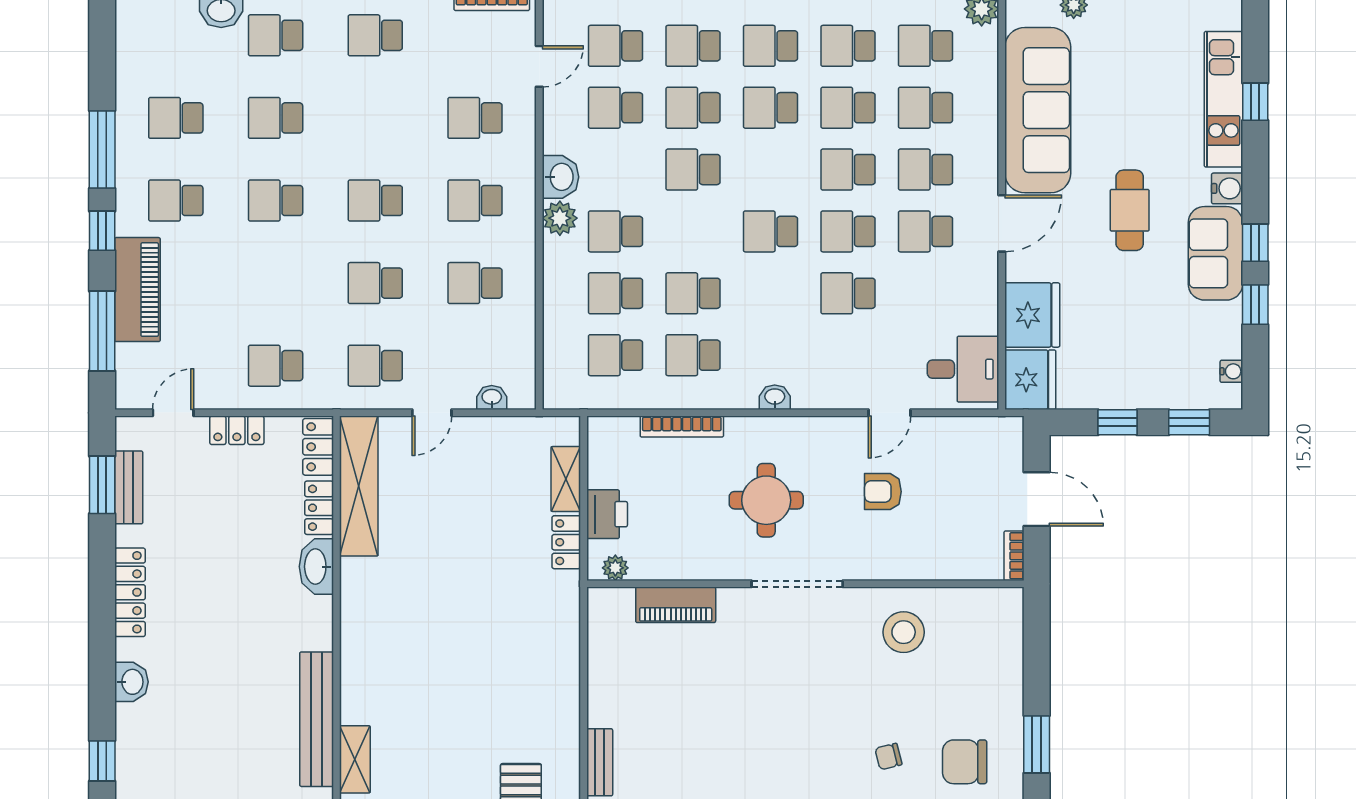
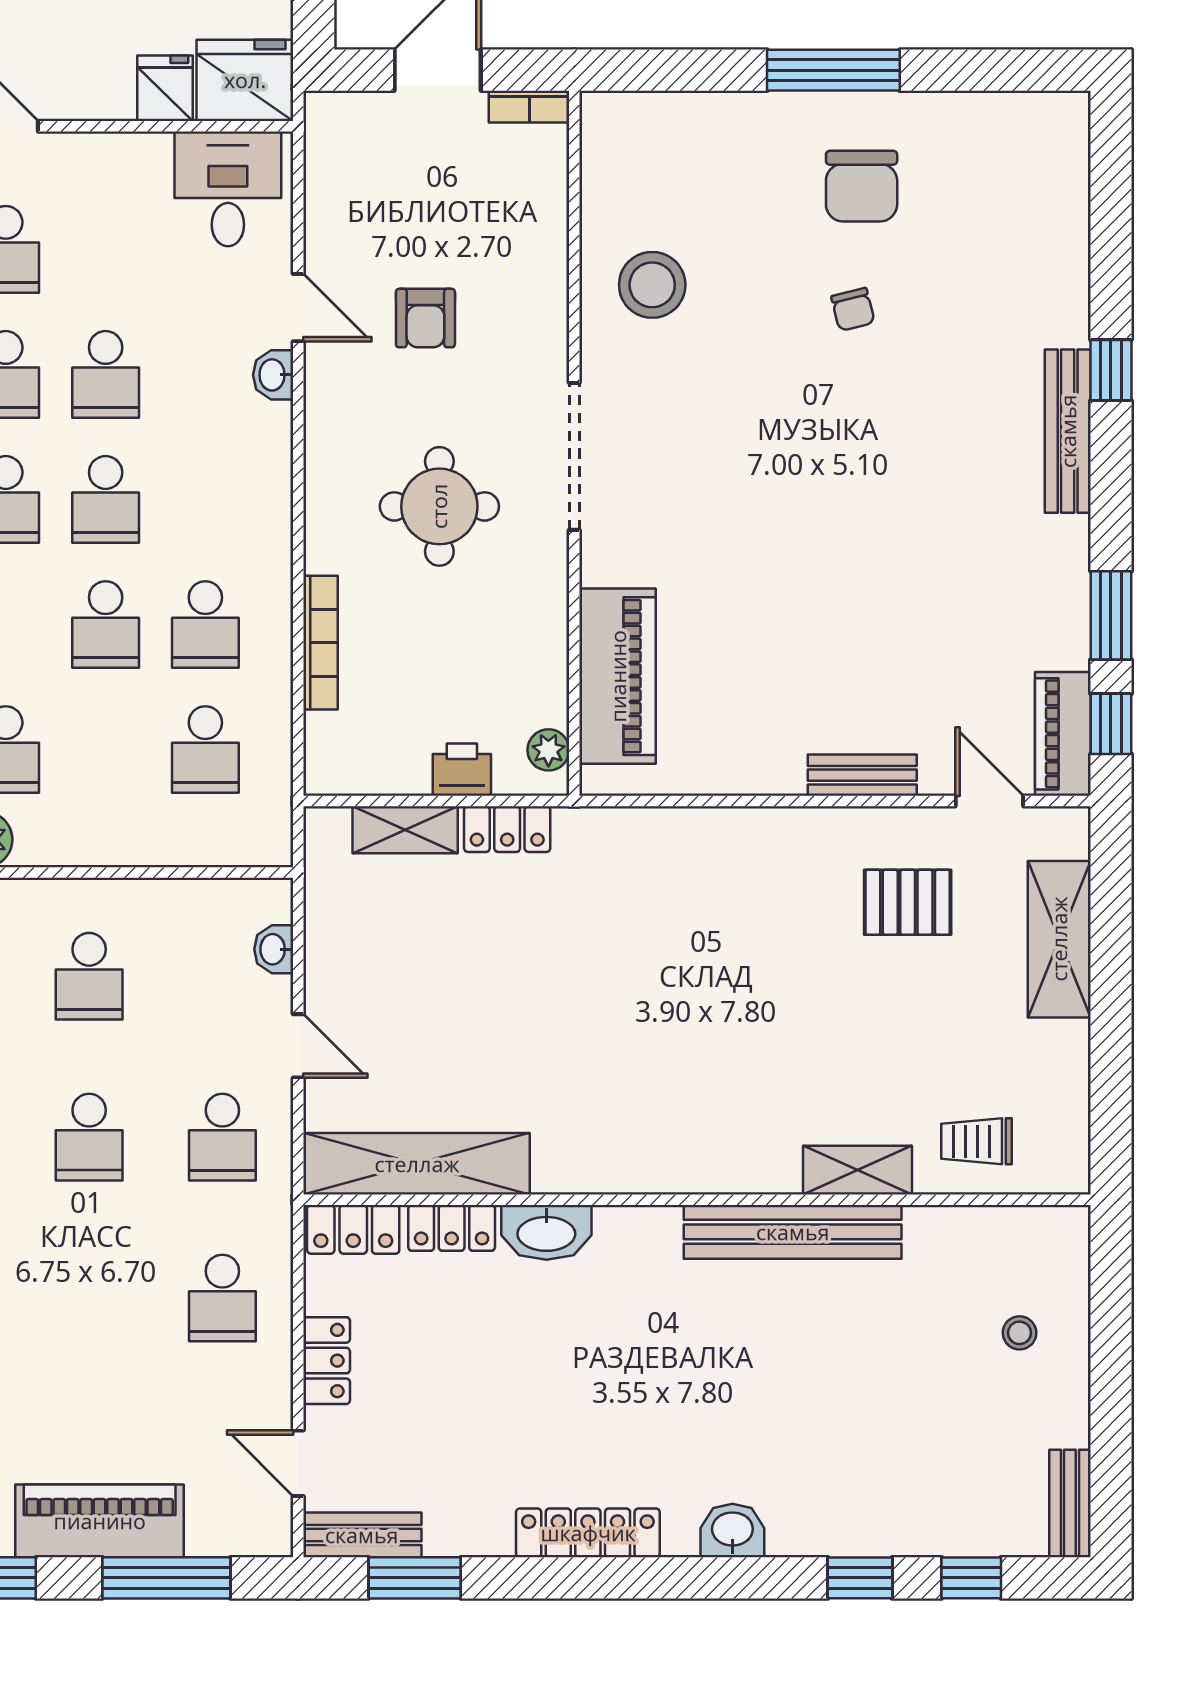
school desk: (616, 293) -> (106, 499), moved
fridge: (1032, 315) -> (165, 88), width x0.53, depth x0.75
washbasin: (775, 397) -> (273, 375), moved
bench: (129, 487) -> (362, 1535), moved
printer: (607, 514) -> (462, 770), width x0.73, depth x0.81
piano: (676, 605) -> (618, 676), width x1.37, depth x1.33
window: (1037, 744) -> (833, 70), width x1.44

